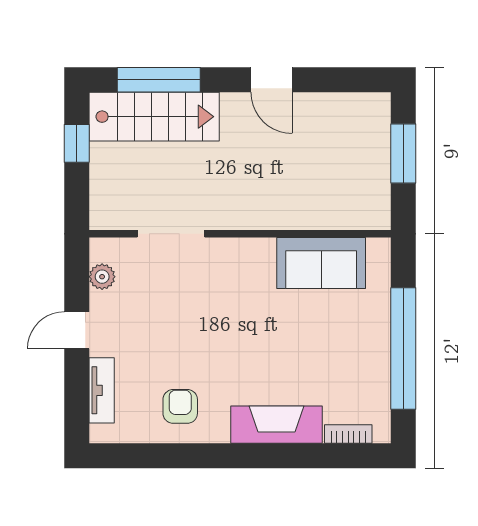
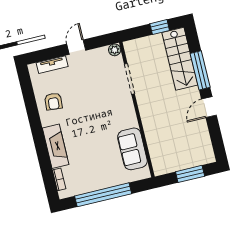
window: (159, 80) -> (200, 70), moved
plant: (102, 277) -> (115, 50), moved
door: (77, 330) -> (76, 47), hinge flipped
armchair: (180, 406) -> (53, 101), turned 95

